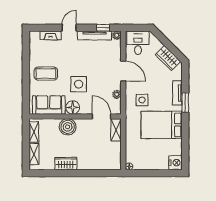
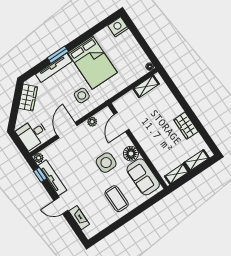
tv unit: (177, 93) -> (54, 68), width x1.41
boiler: (68, 127) -> (152, 146), removed
shelving: (116, 130) -> (146, 86), moved

